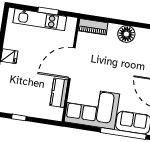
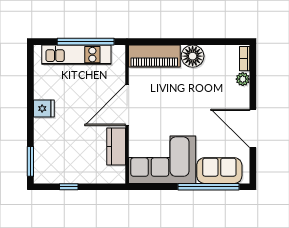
window: (48, 11) -> (86, 42), width x2.11
piano: (93, 27) -> (154, 56), width x1.37, depth x1.33

